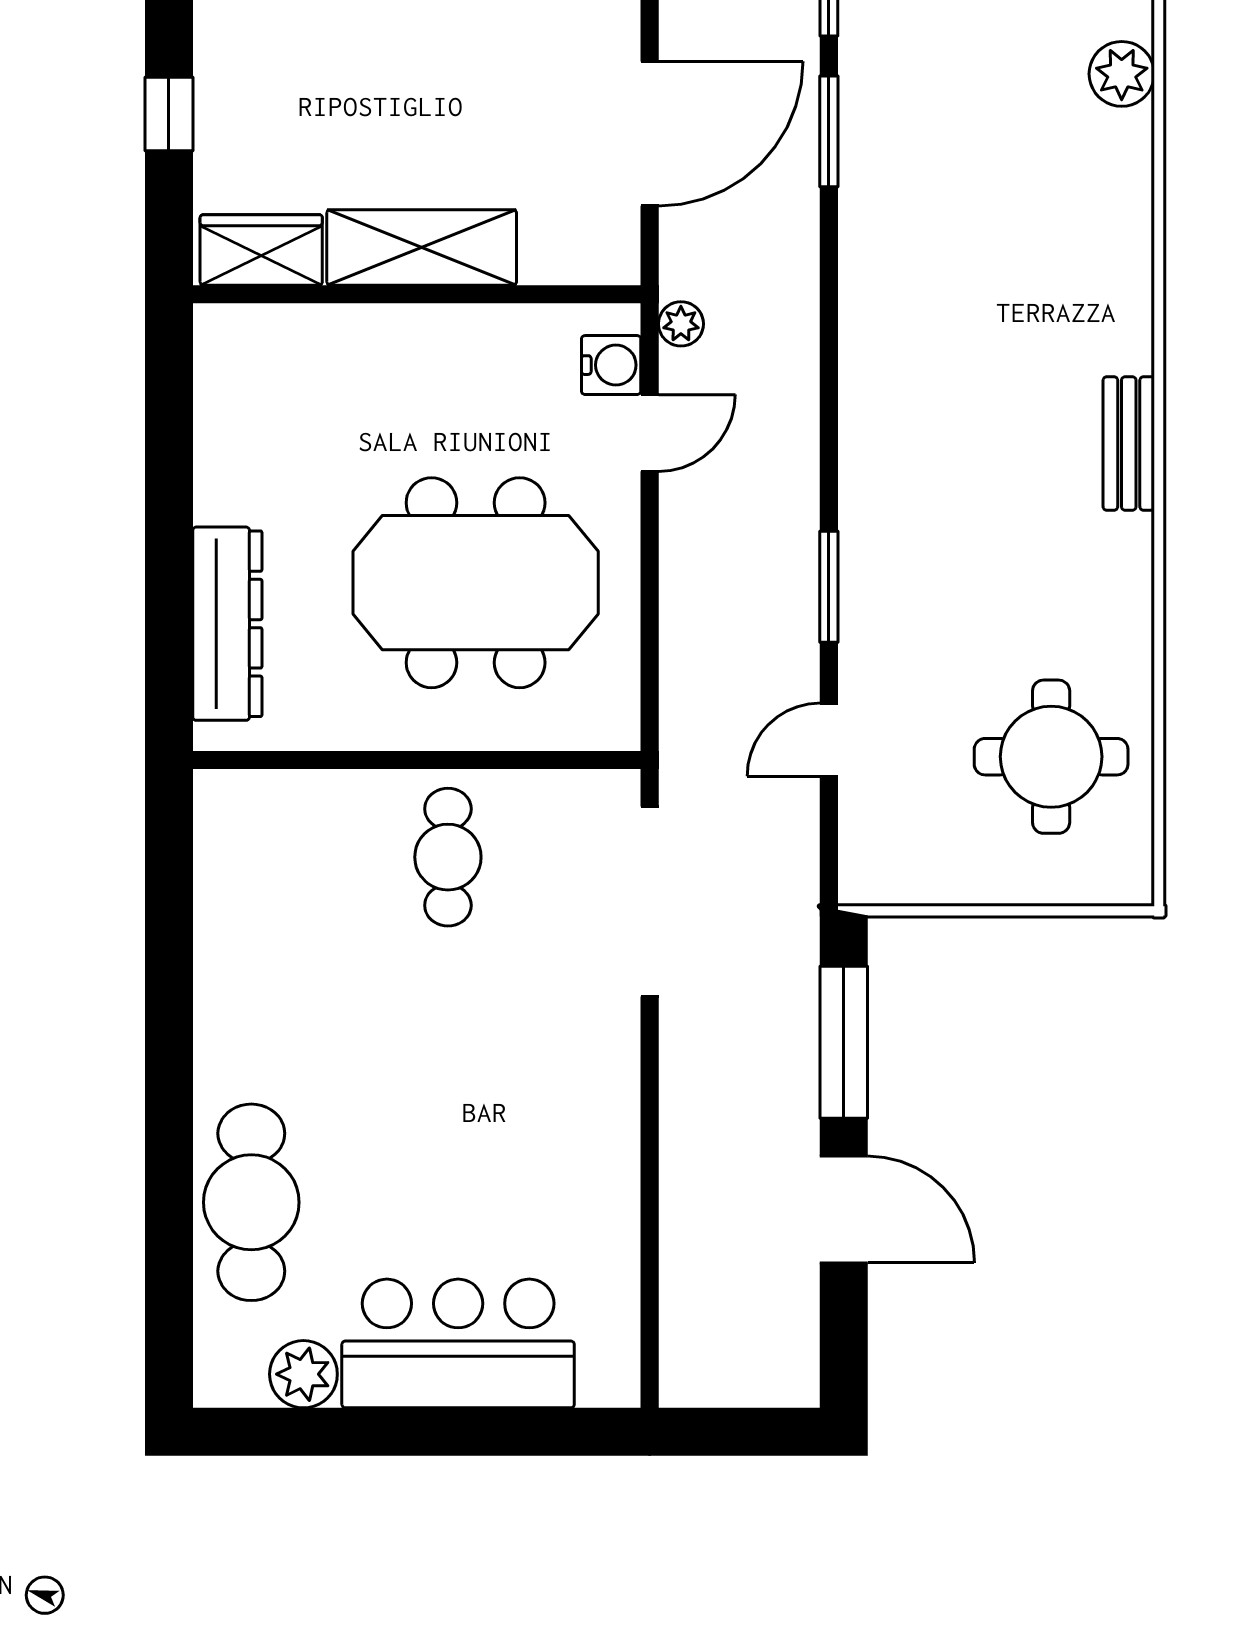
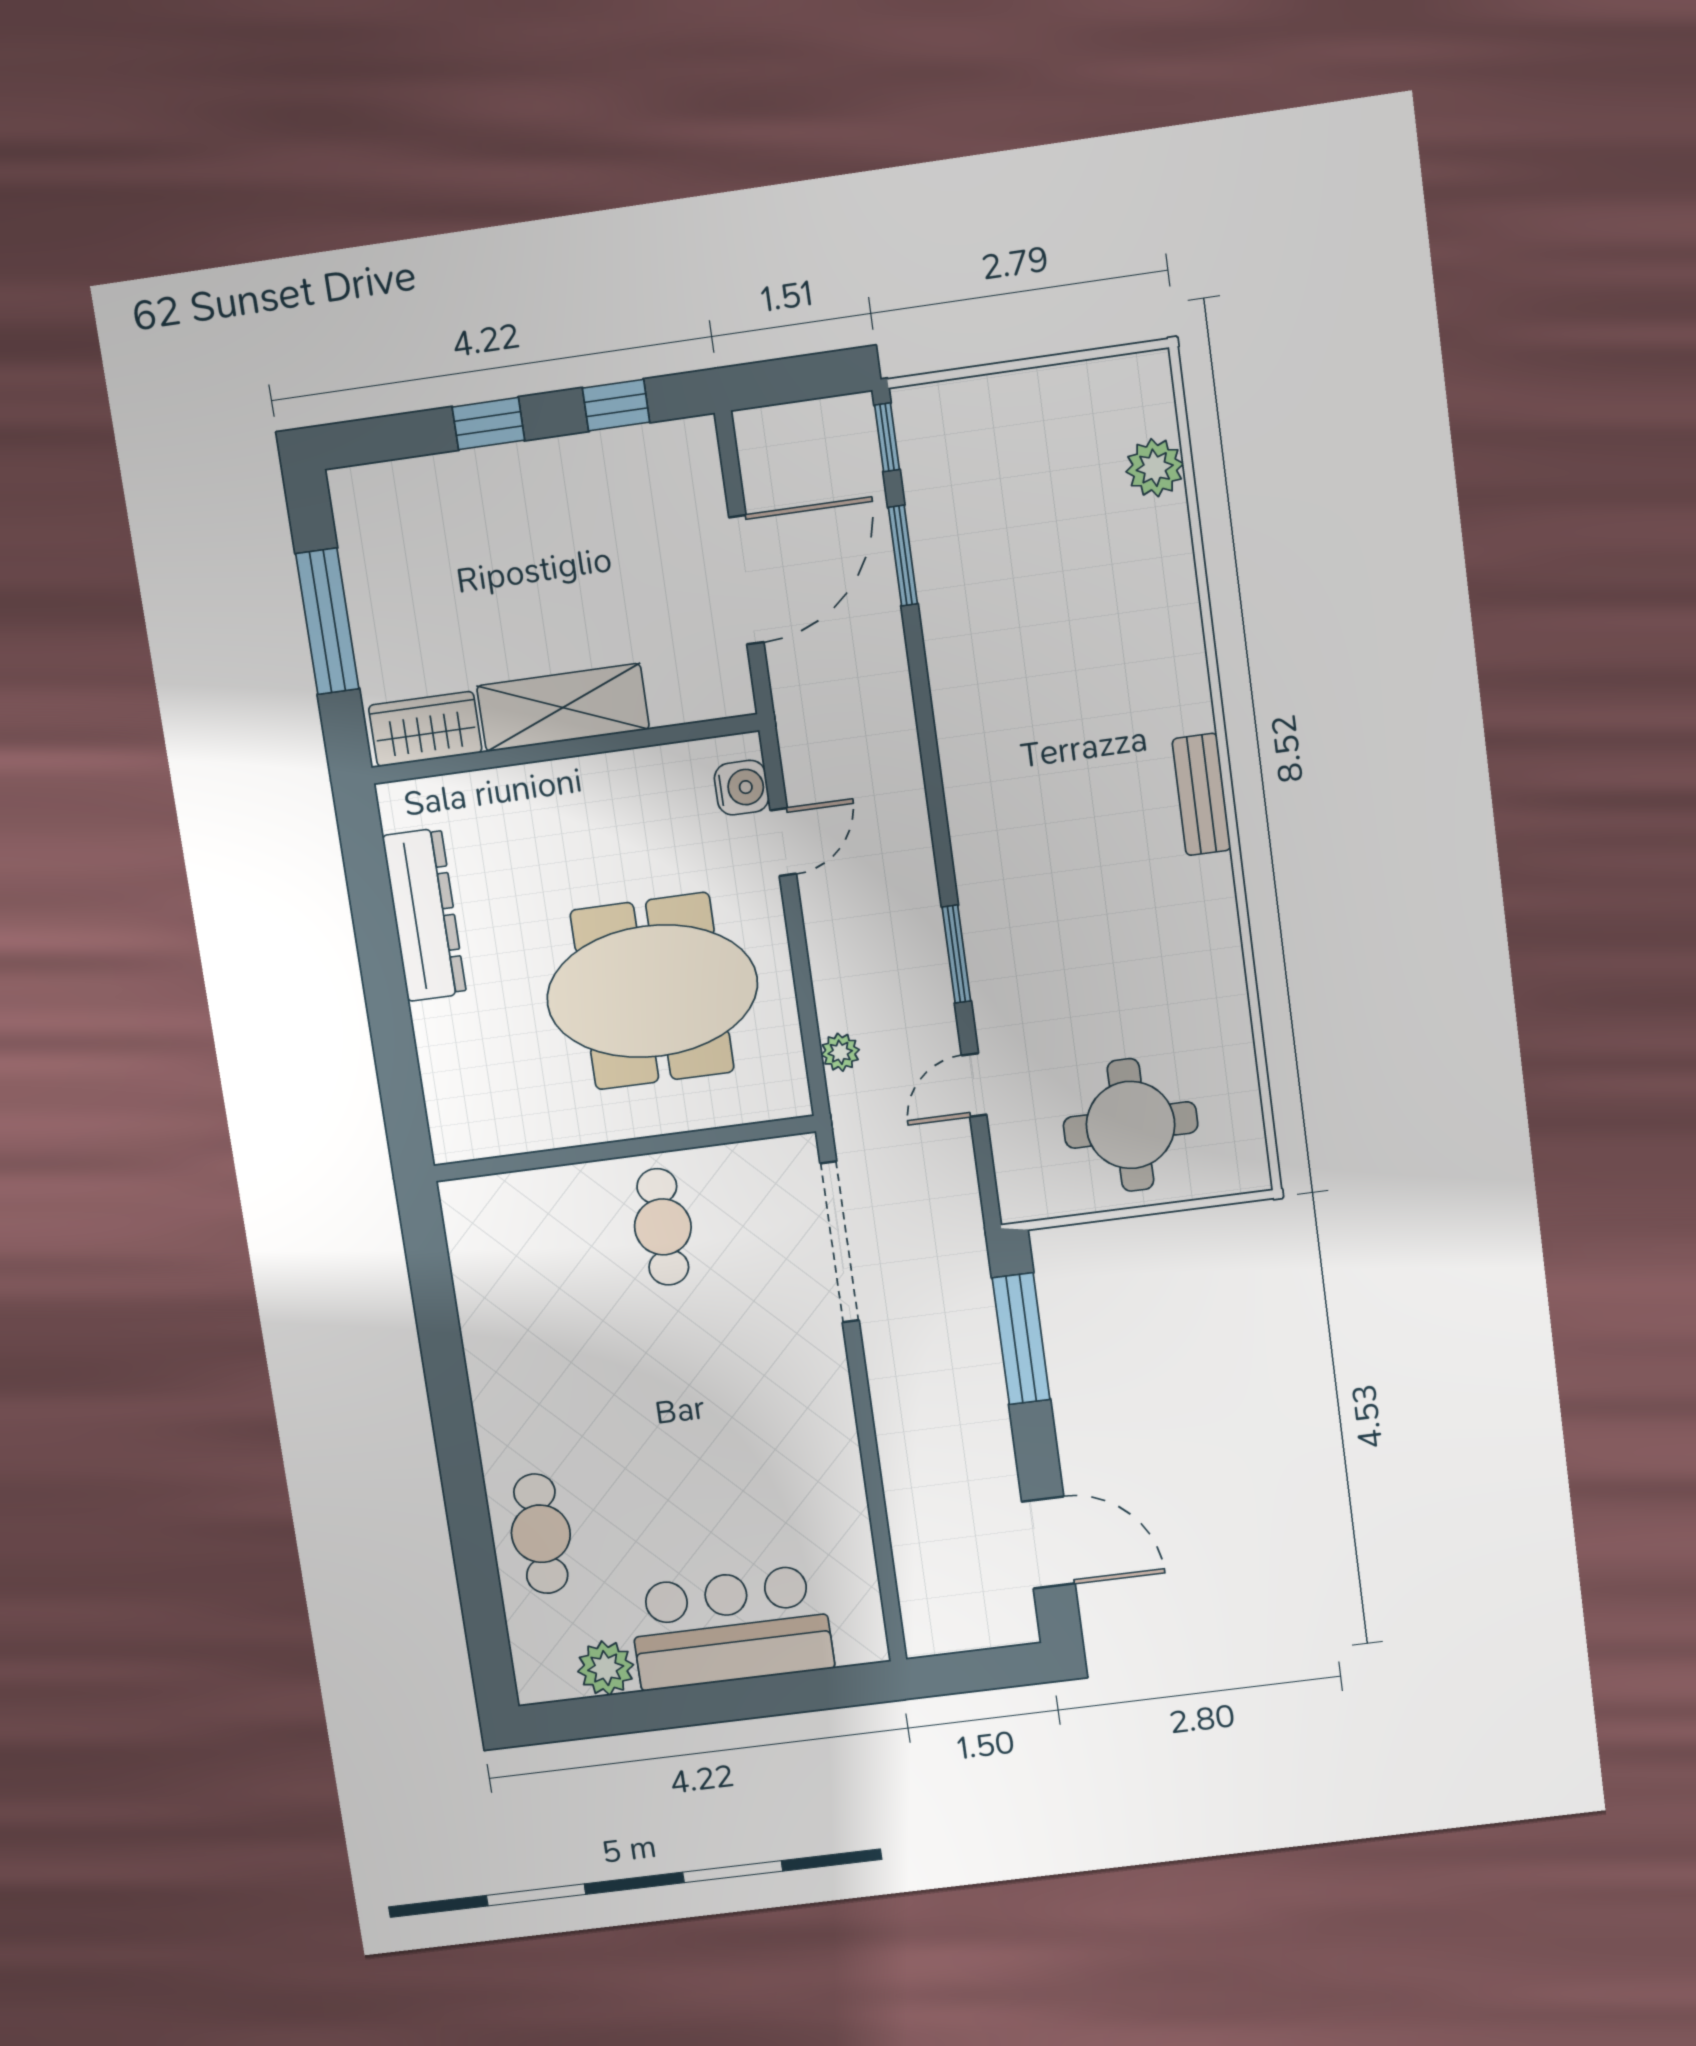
window: (169, 114) -> (327, 621), width x2.17
plant: (681, 324) -> (840, 1052), moved
dresser: (227, 624) -> (424, 915), moved
round table: (1051, 757) -> (1131, 1125), moved
cafe table: (251, 1202) -> (541, 1534), width x0.73, depth x0.74
door: (844, 1209) -> (1048, 1543), moved

